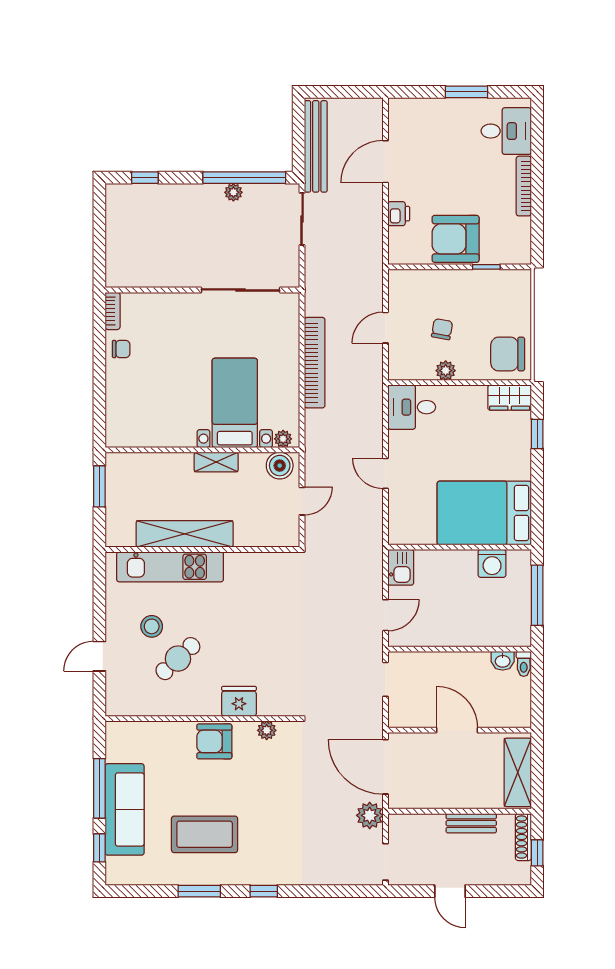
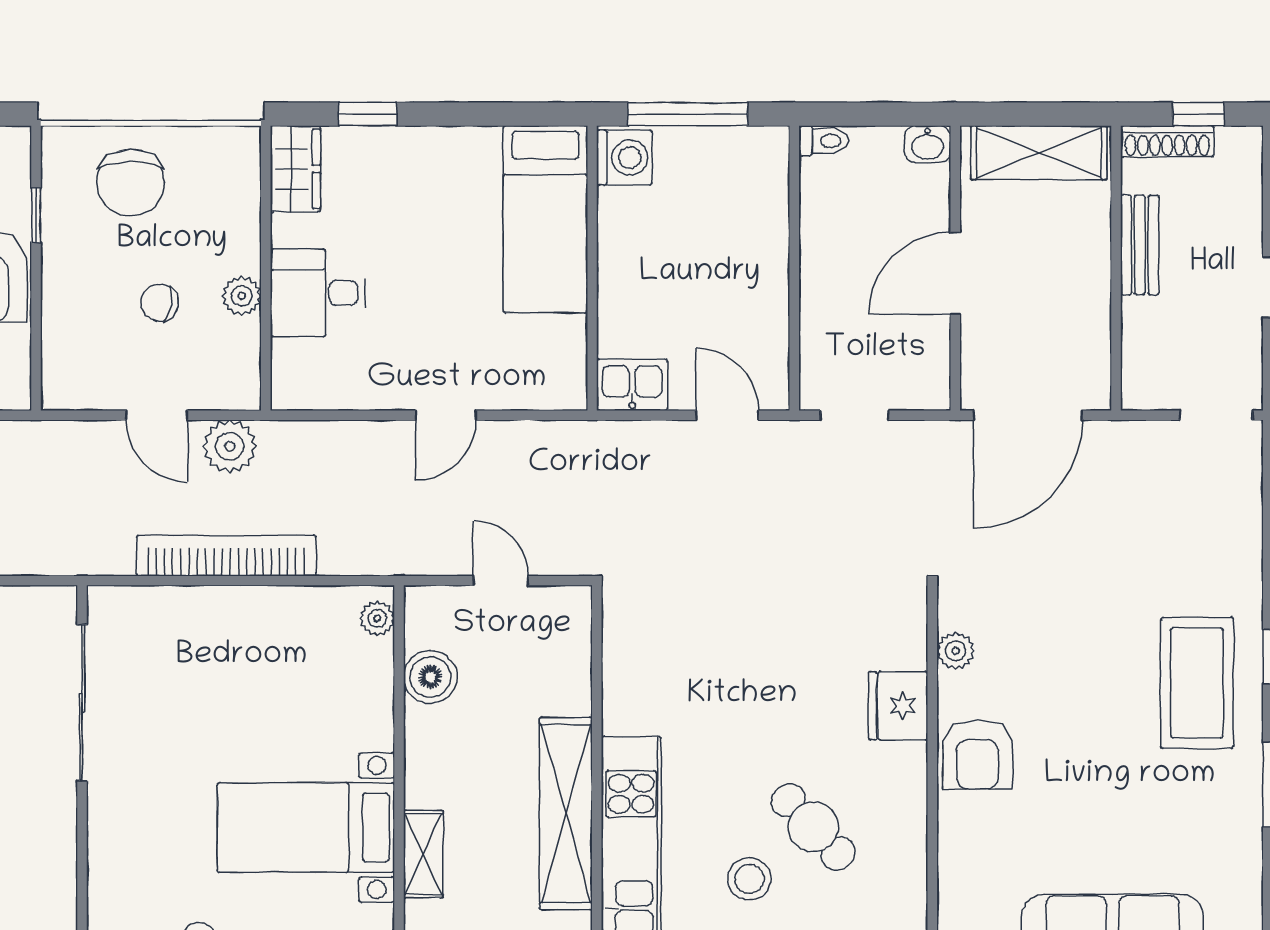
chair: (508, 354) -> (130, 183), moved
bed with nightstands: (235, 403) -> (306, 827), moved
desk: (412, 407) -> (318, 293), moved, turned 90
shelving: (216, 462) -> (423, 854), moved
boiler: (280, 466) -> (430, 677), moved
bed: (484, 513) -> (545, 219), width x0.67
washing machine: (492, 563) -> (624, 158), moved
washbasin: (503, 661) -> (928, 144), moved, turned 90
plant: (370, 815) -> (230, 446), moved
coffee table: (205, 834) -> (1197, 683), moved

